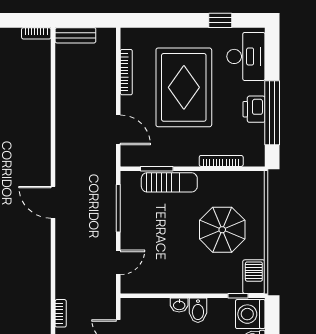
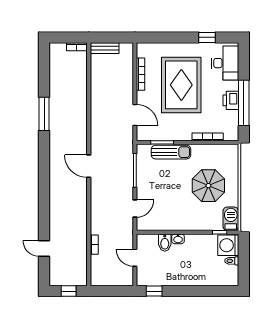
bidet: (198, 310) -> (165, 243), moved

